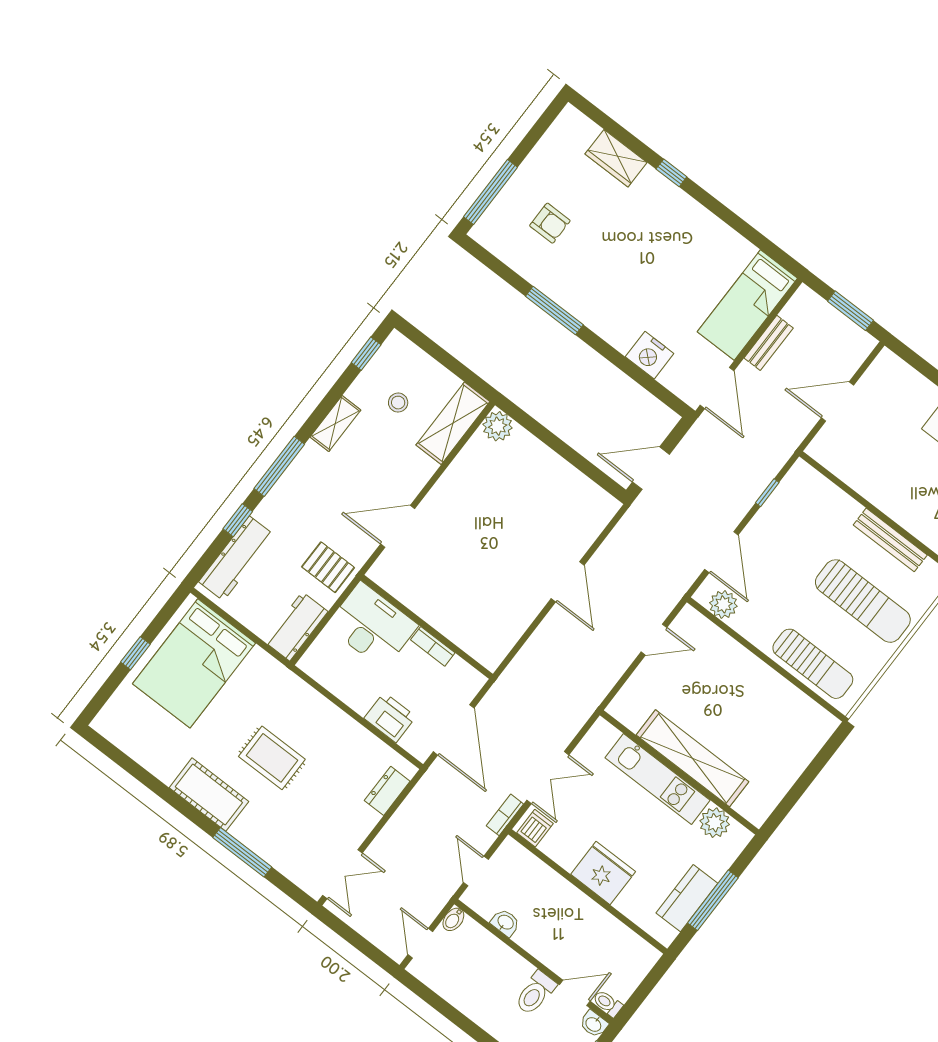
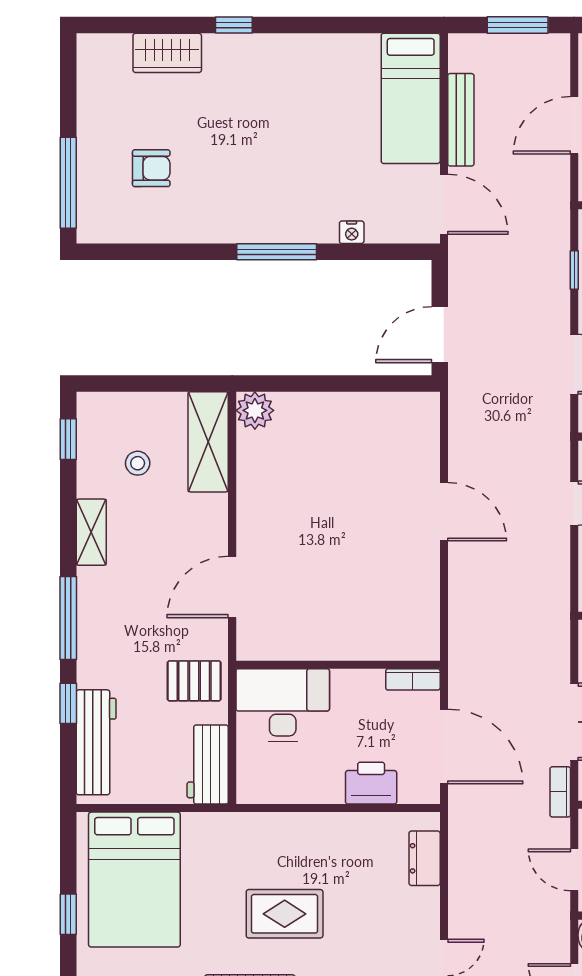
window: (554, 311) -> (277, 252), moved
bench: (769, 343) -> (461, 120), width x1.36
nightstand: (650, 355) -> (352, 232), width x0.53, depth x0.56
bookcase: (433, 646) -> (413, 679), moved

